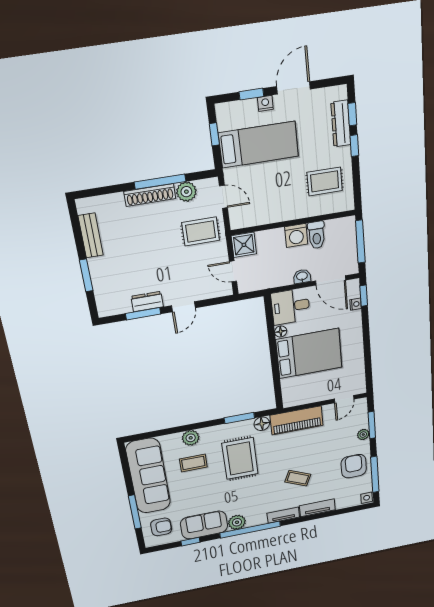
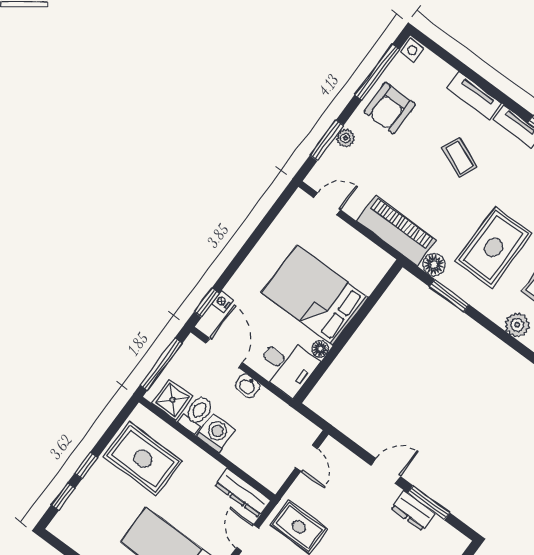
dresser: (341, 124) -> (243, 493), moved, turned 90
rug: (325, 182) -> (143, 459), width x1.36, depth x1.43
shower: (244, 245) -> (172, 400), moved

